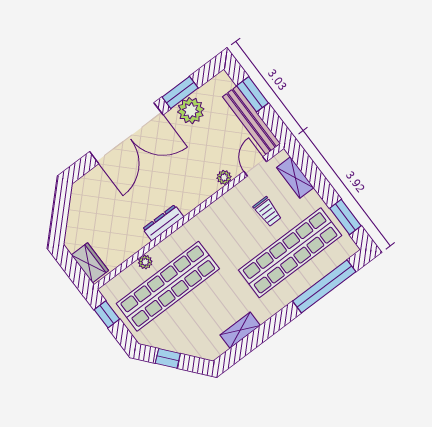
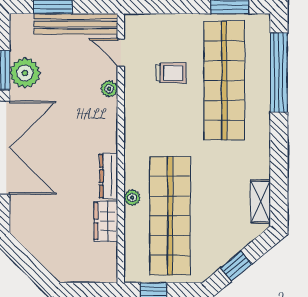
shelving: (295, 178) -> (159, 24), removed
plant: (145, 262) -> (132, 198), moved
wardrobe: (90, 263) -> (106, 221), moved, turned -90
shelving: (240, 330) -> (261, 202), moved

